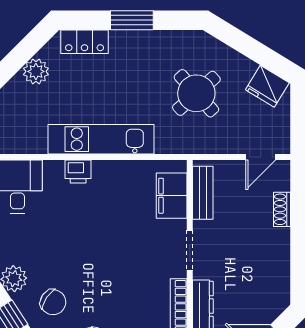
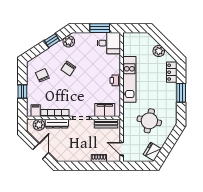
round table: (196, 93) -> (149, 121), turned -36
printer: (78, 172) -> (115, 80), moved
chair: (53, 302) -> (68, 68), moved

